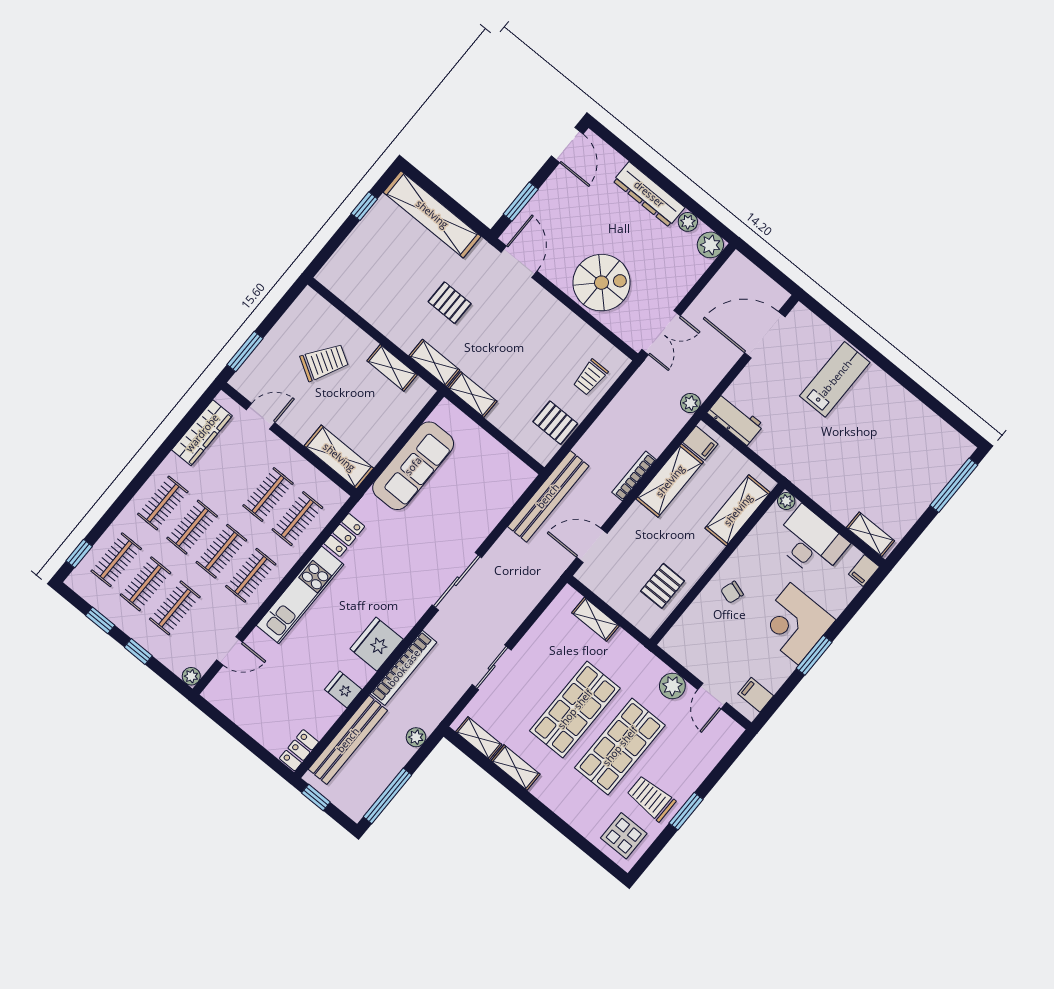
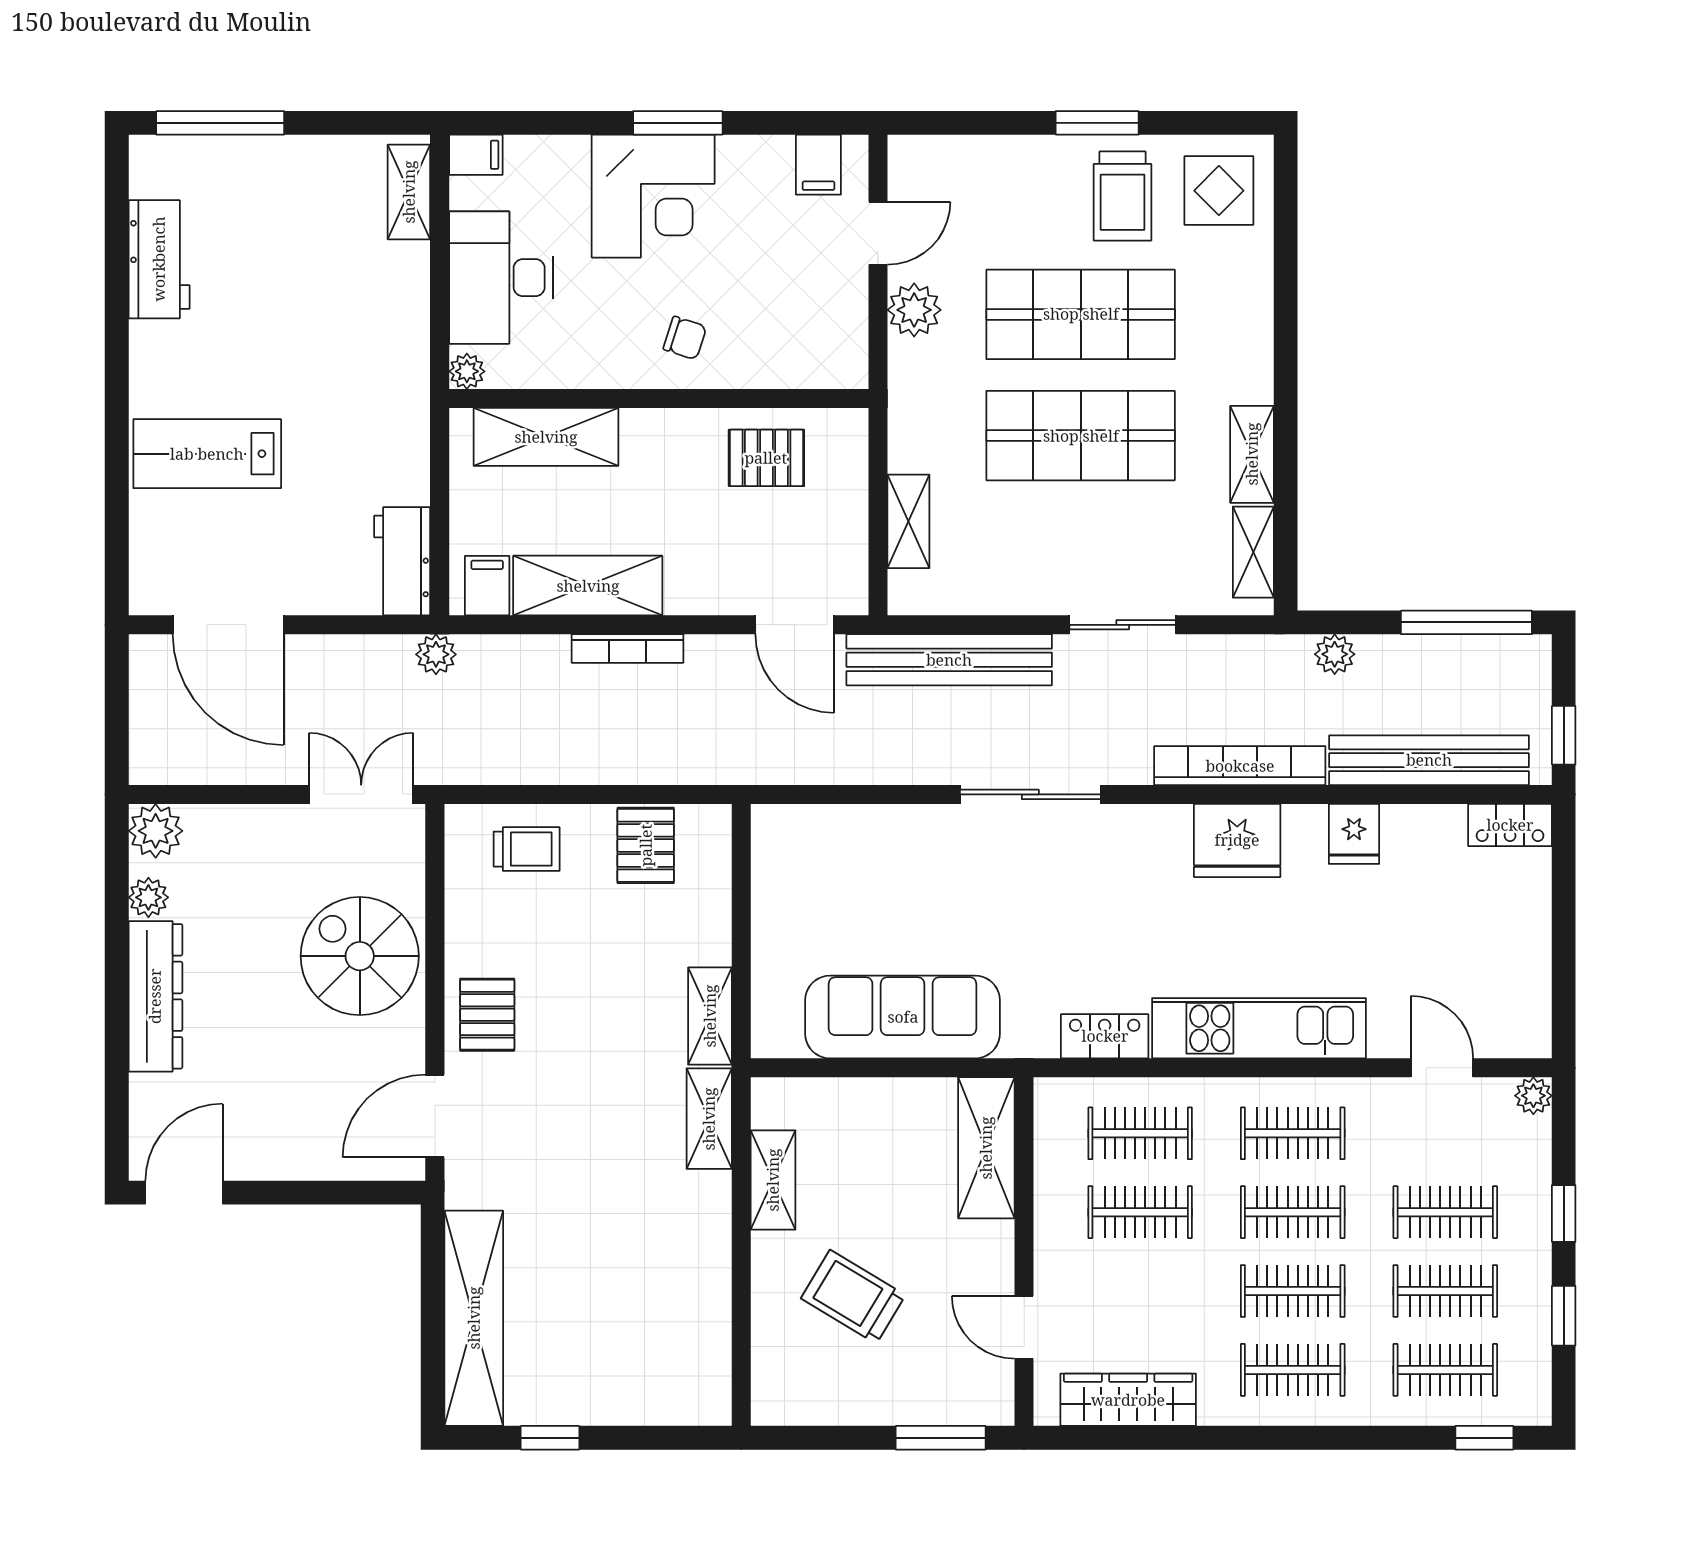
window: (521, 202) -> (336, 1193), removed
pallet: (450, 303) -> (487, 1015), moved
workbench: (922, 421) -> (159, 259), added
bench: (548, 496) -> (949, 660), moved

